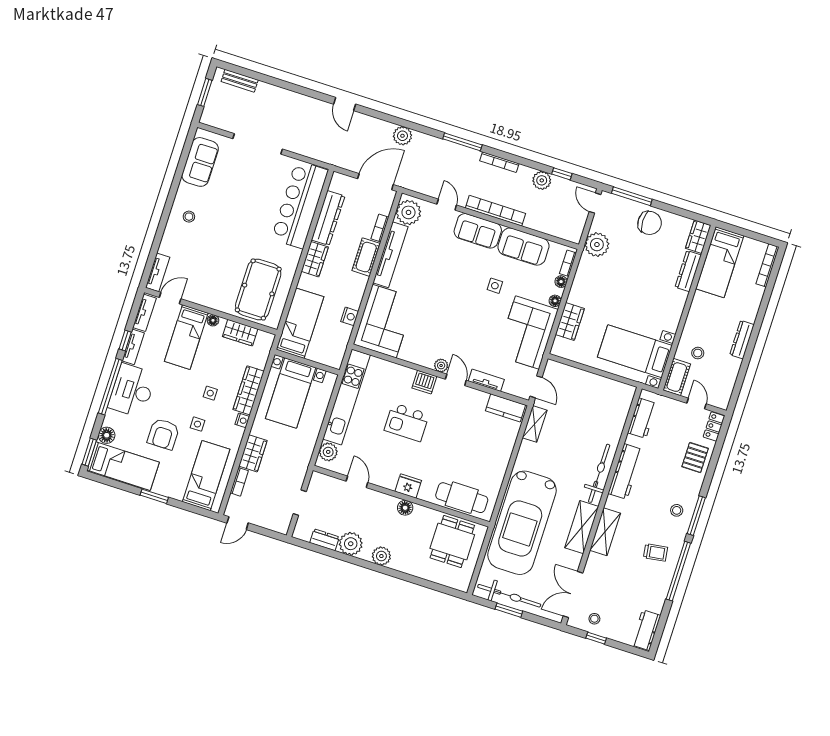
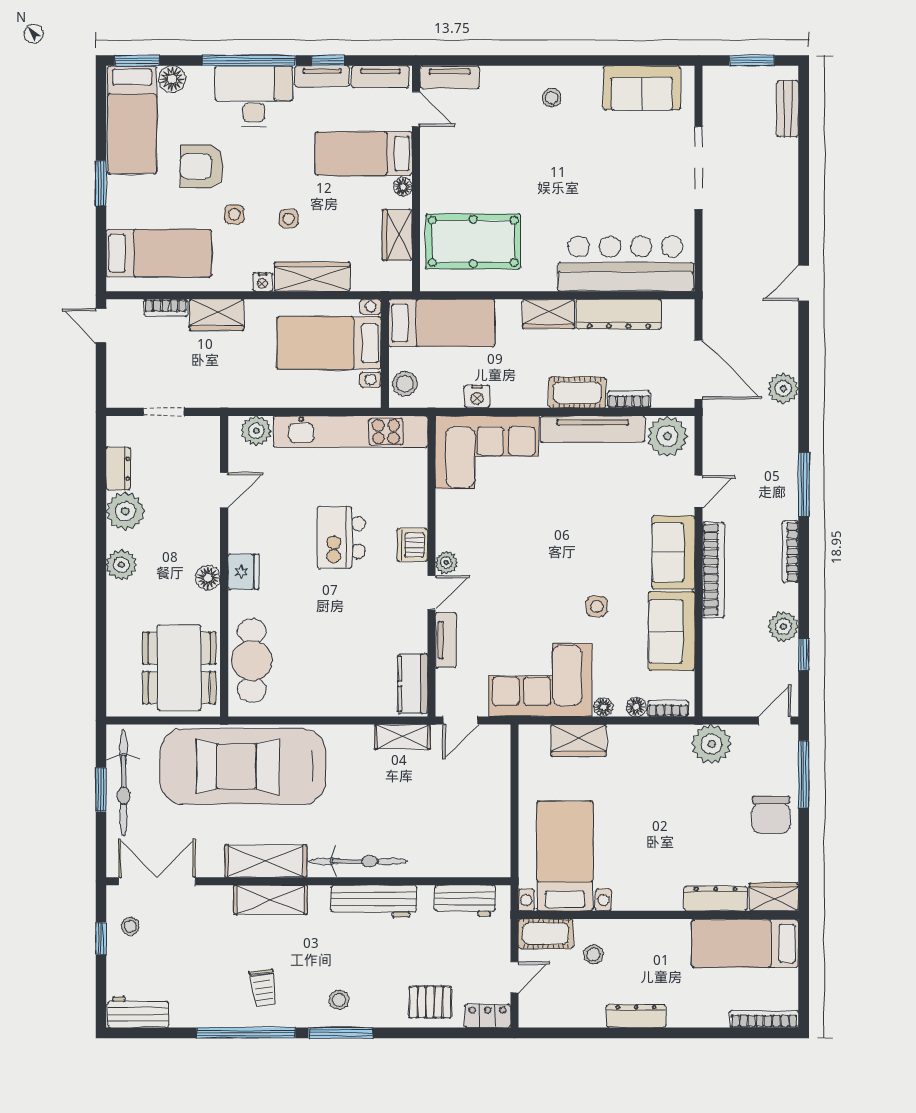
stool: (329, 356) -> (405, 384), added
dining table: (452, 542) -> (179, 668), width x1.37

